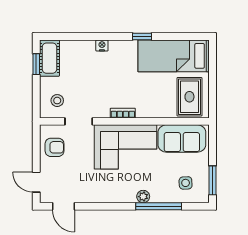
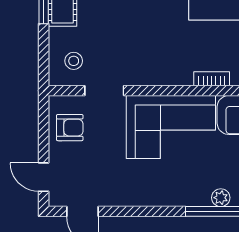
bookcase: (123, 113) -> (212, 79), moved
plant: (143, 197) -> (221, 198), moved

